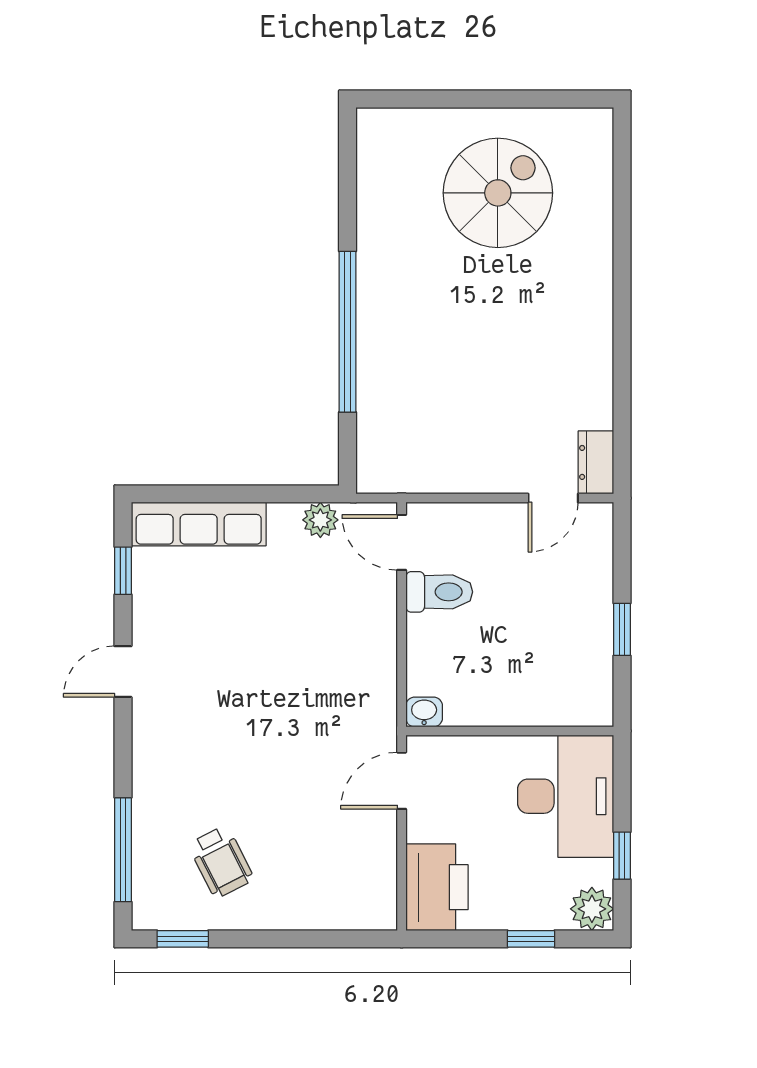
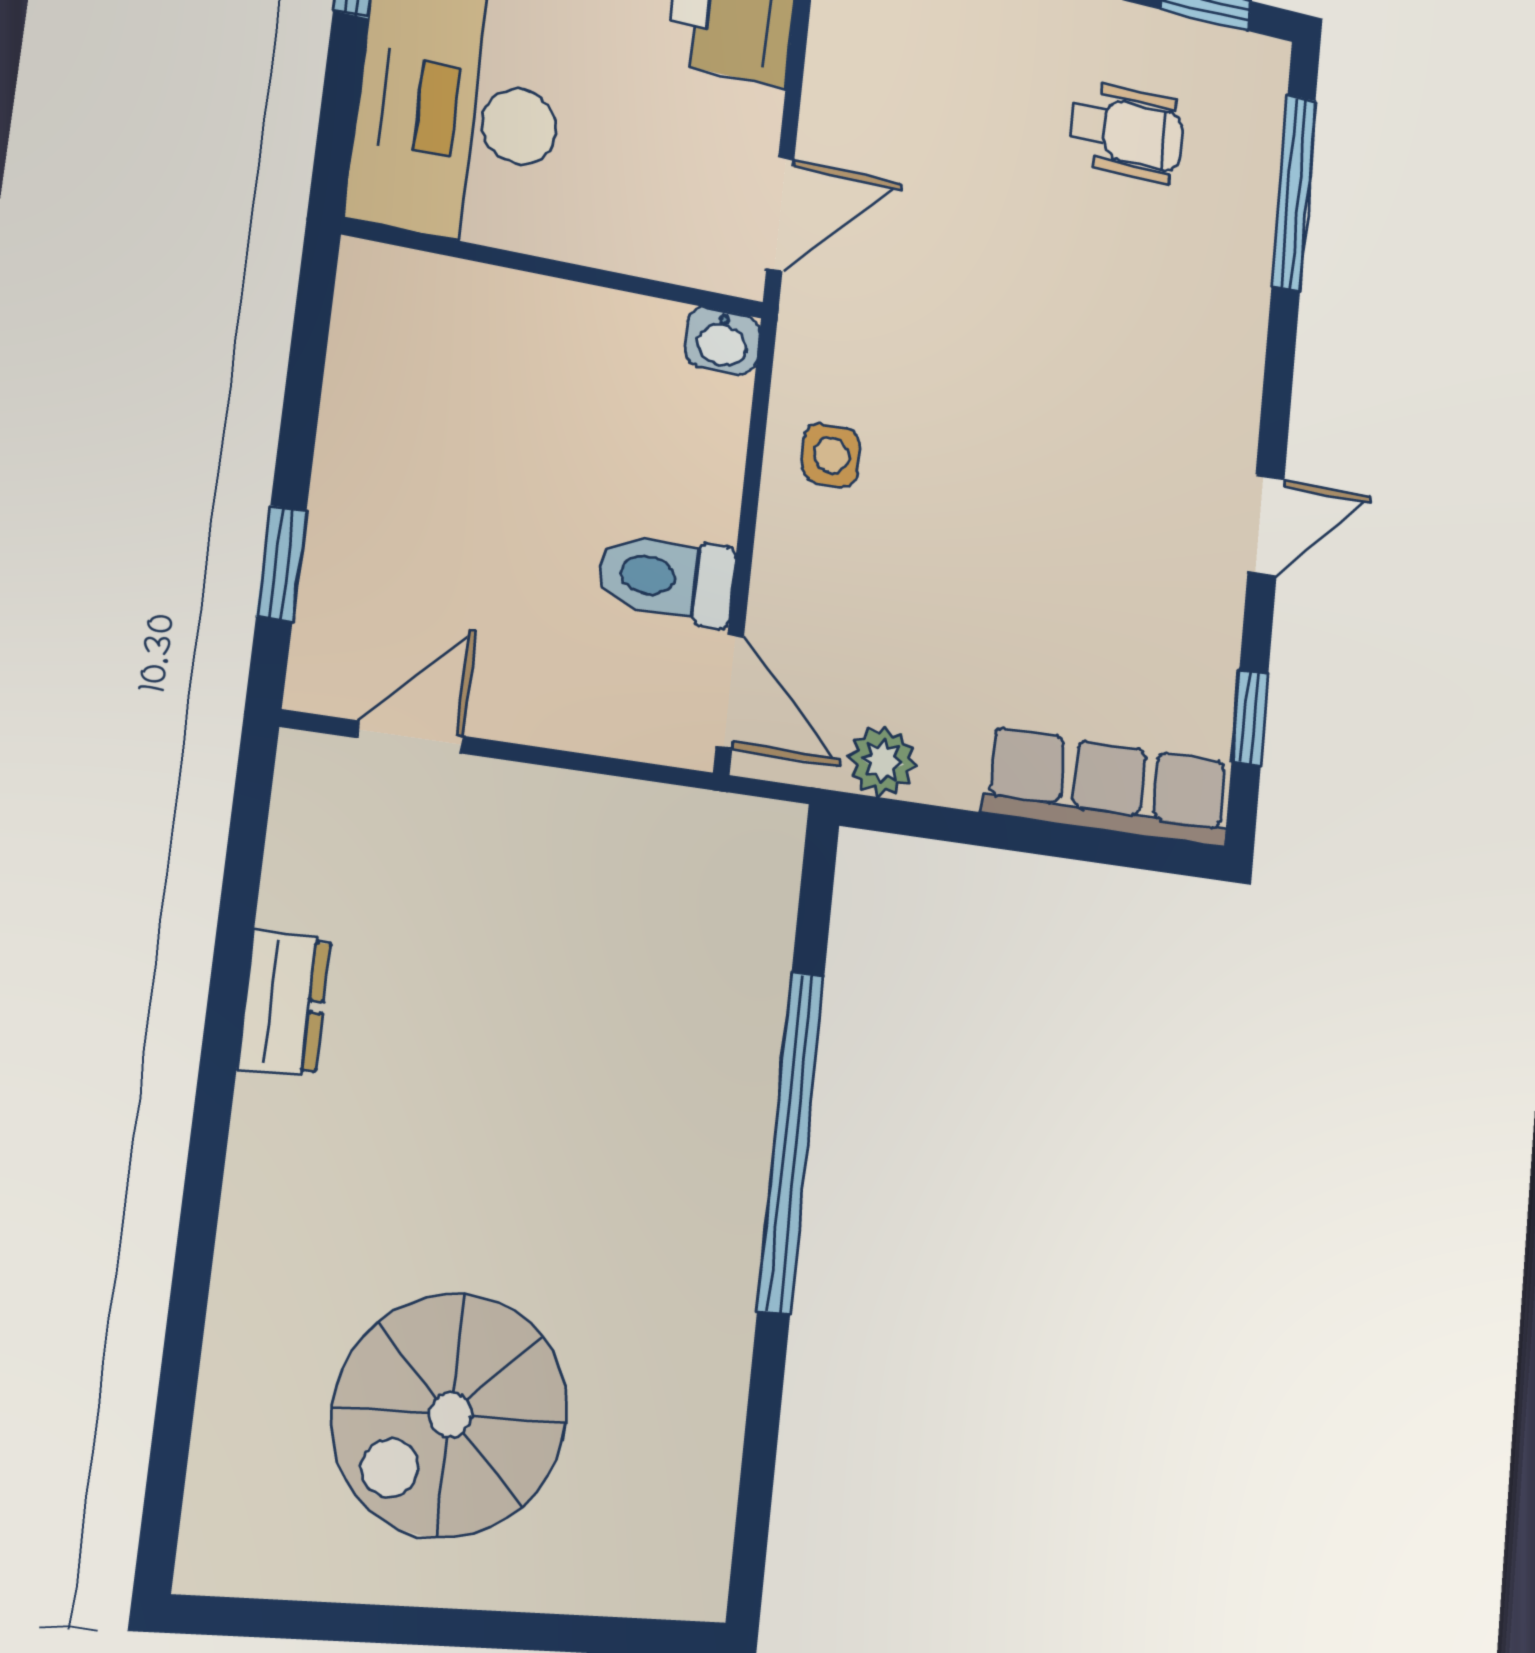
dresser: (596, 462) -> (284, 1003), moved
window: (622, 629) -> (281, 564), moved
side table: (363, 666) -> (831, 455), added
wheelchair: (221, 862) -> (1127, 132), turned 117

